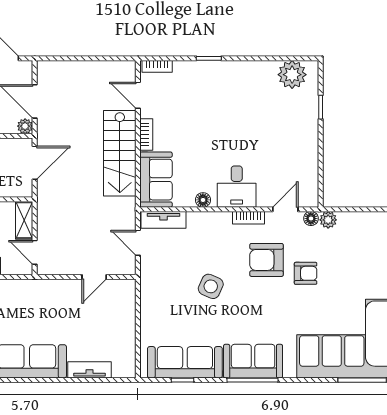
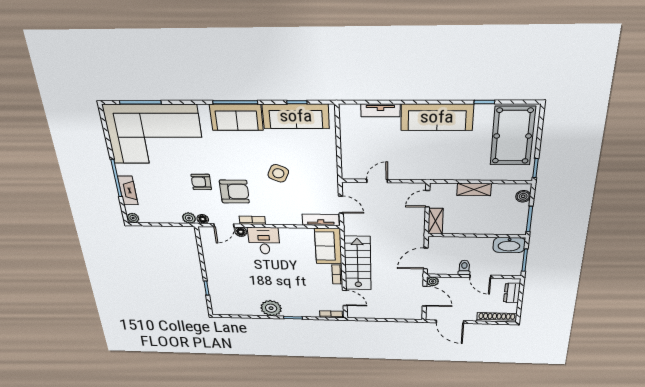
plant: (292, 75) -> (271, 308), moved
floor lamp: (203, 200) -> (241, 232), moved
door: (35, 252) -> (427, 199), swing flipped

